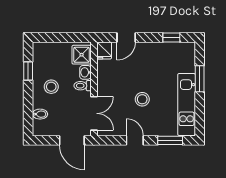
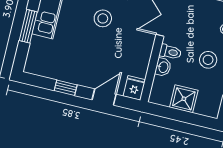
window: (171, 37) -> (66, 88), moved
shower: (82, 55) -> (184, 99), moved

